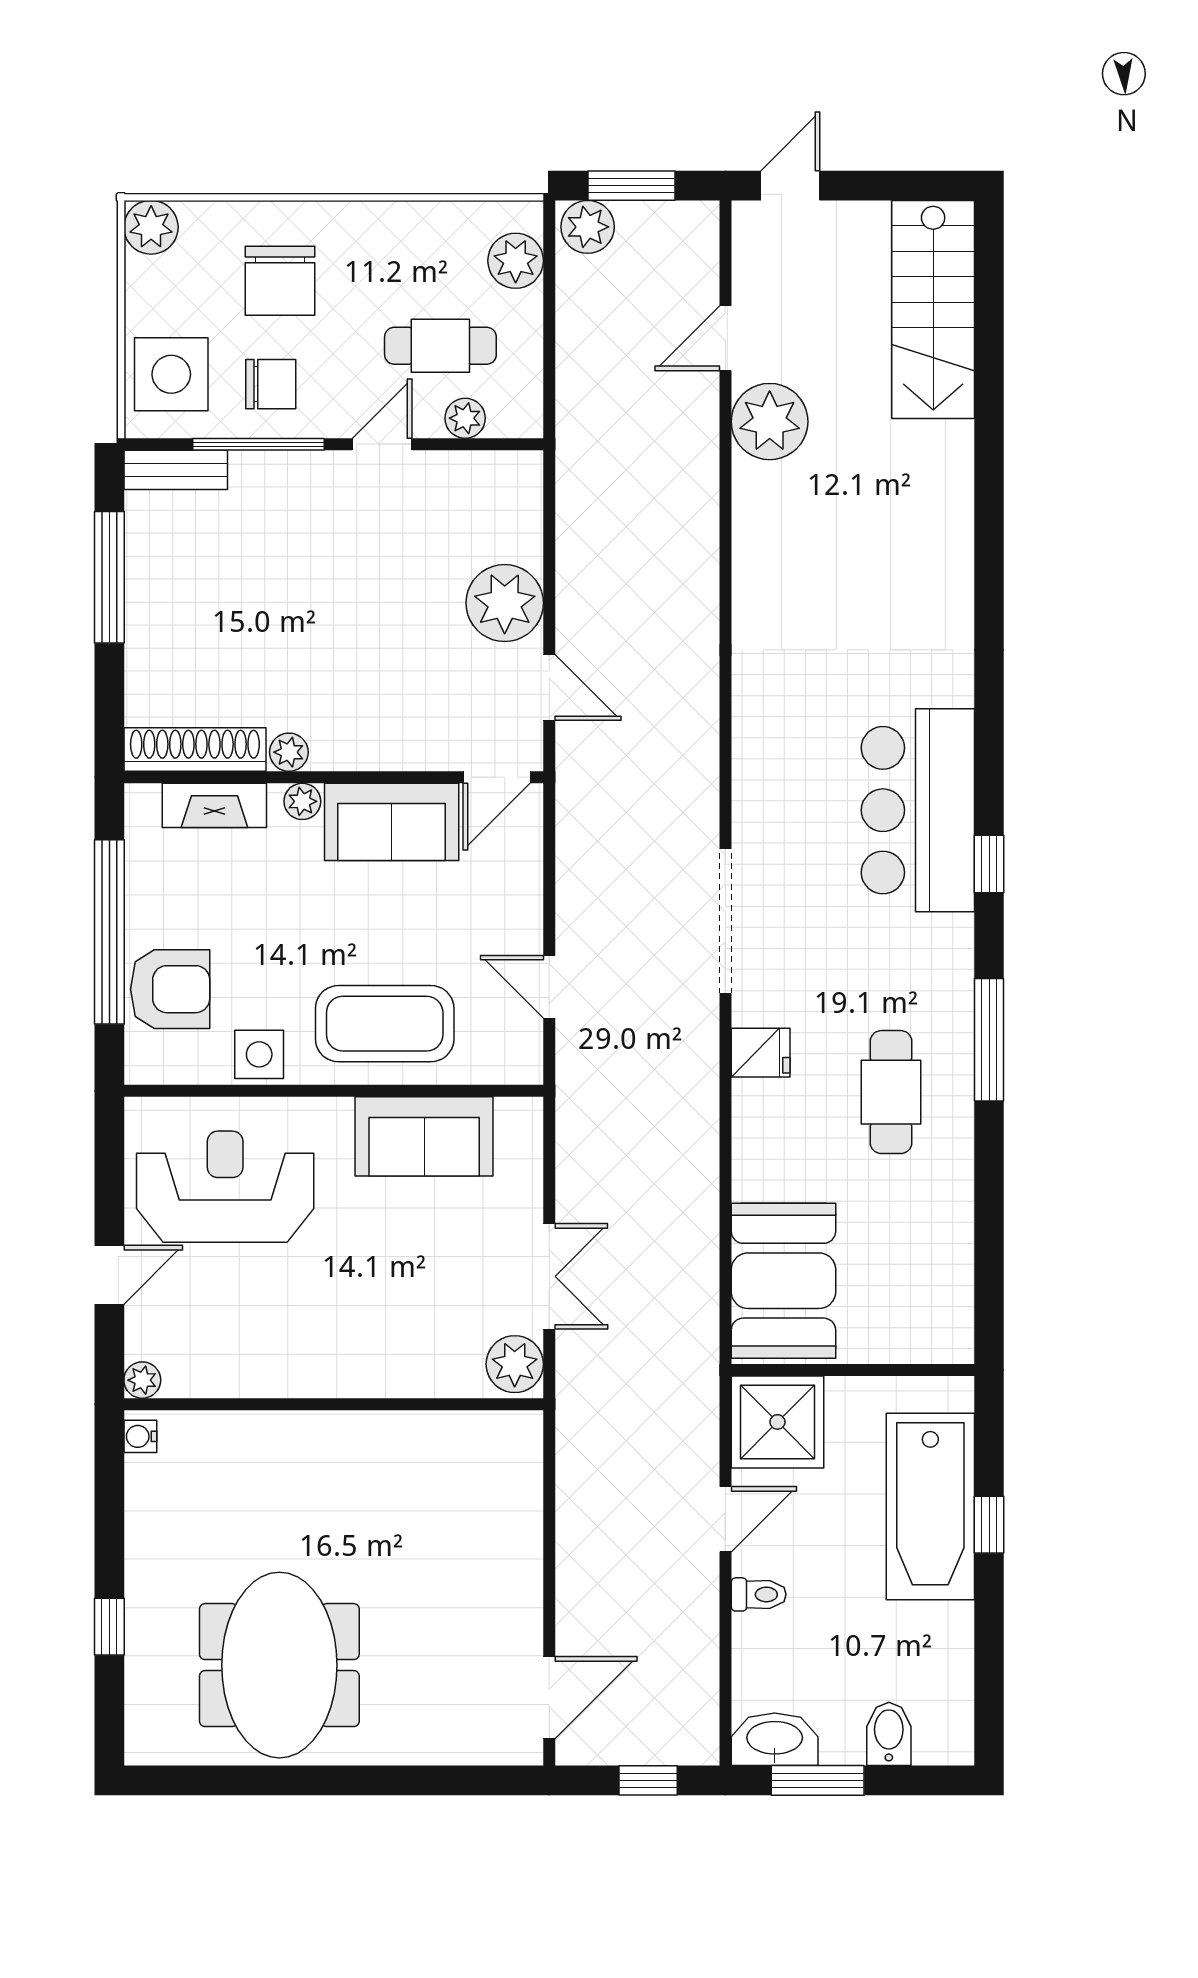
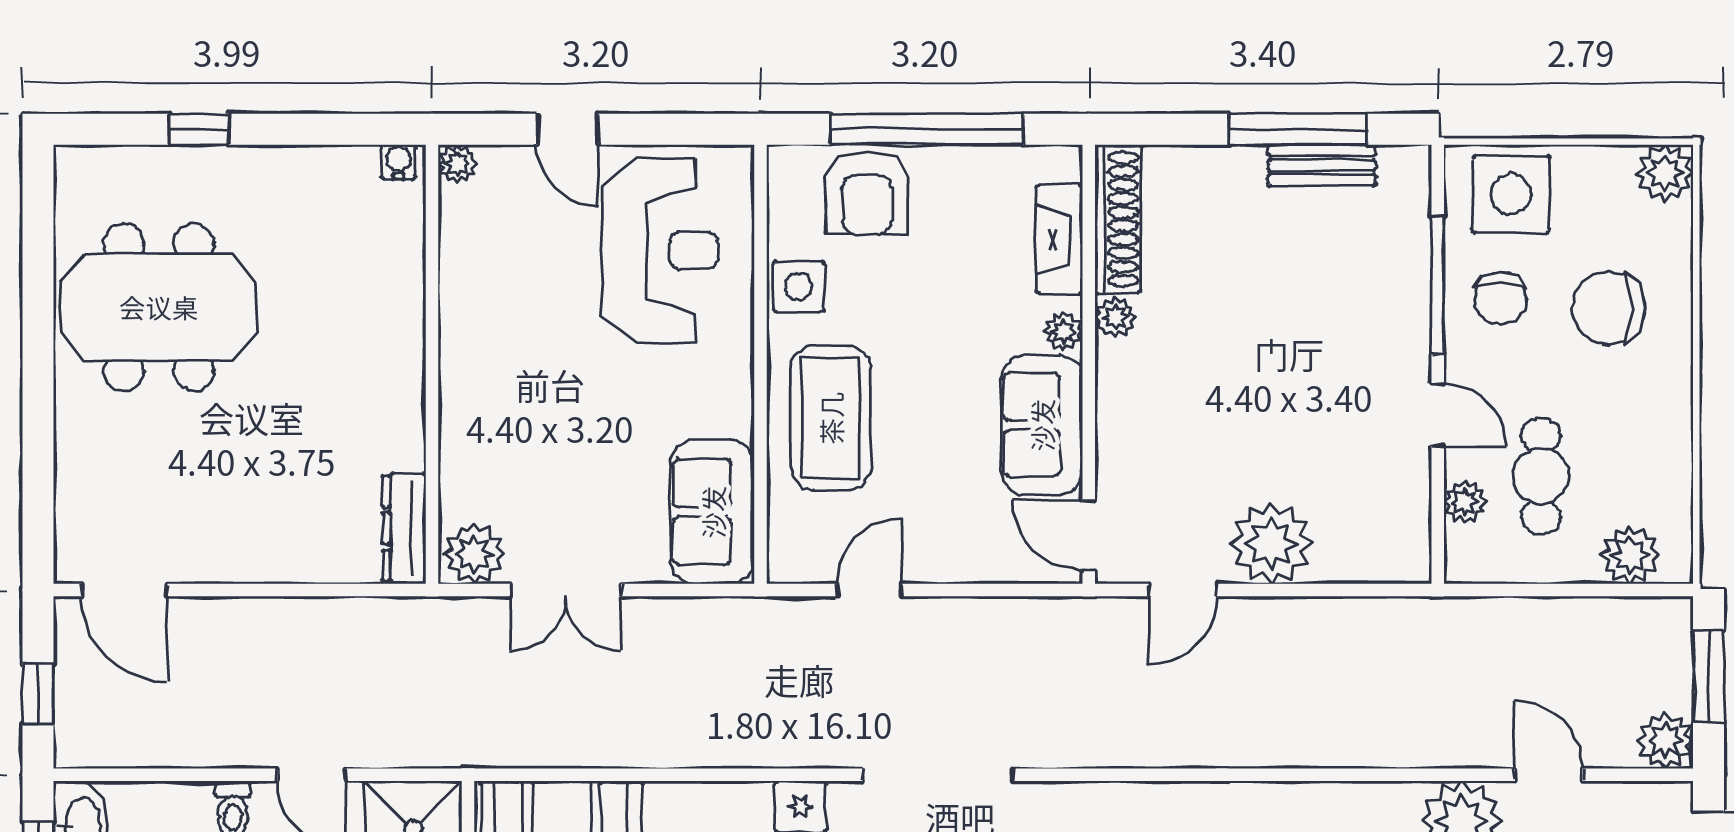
plant: (588, 227) -> (1665, 741), moved
bench: (176, 470) -> (1322, 165), moved, turned 90
sofa: (424, 1136) -> (713, 512), moved
dresser: (490, 1431) -> (404, 528), added

